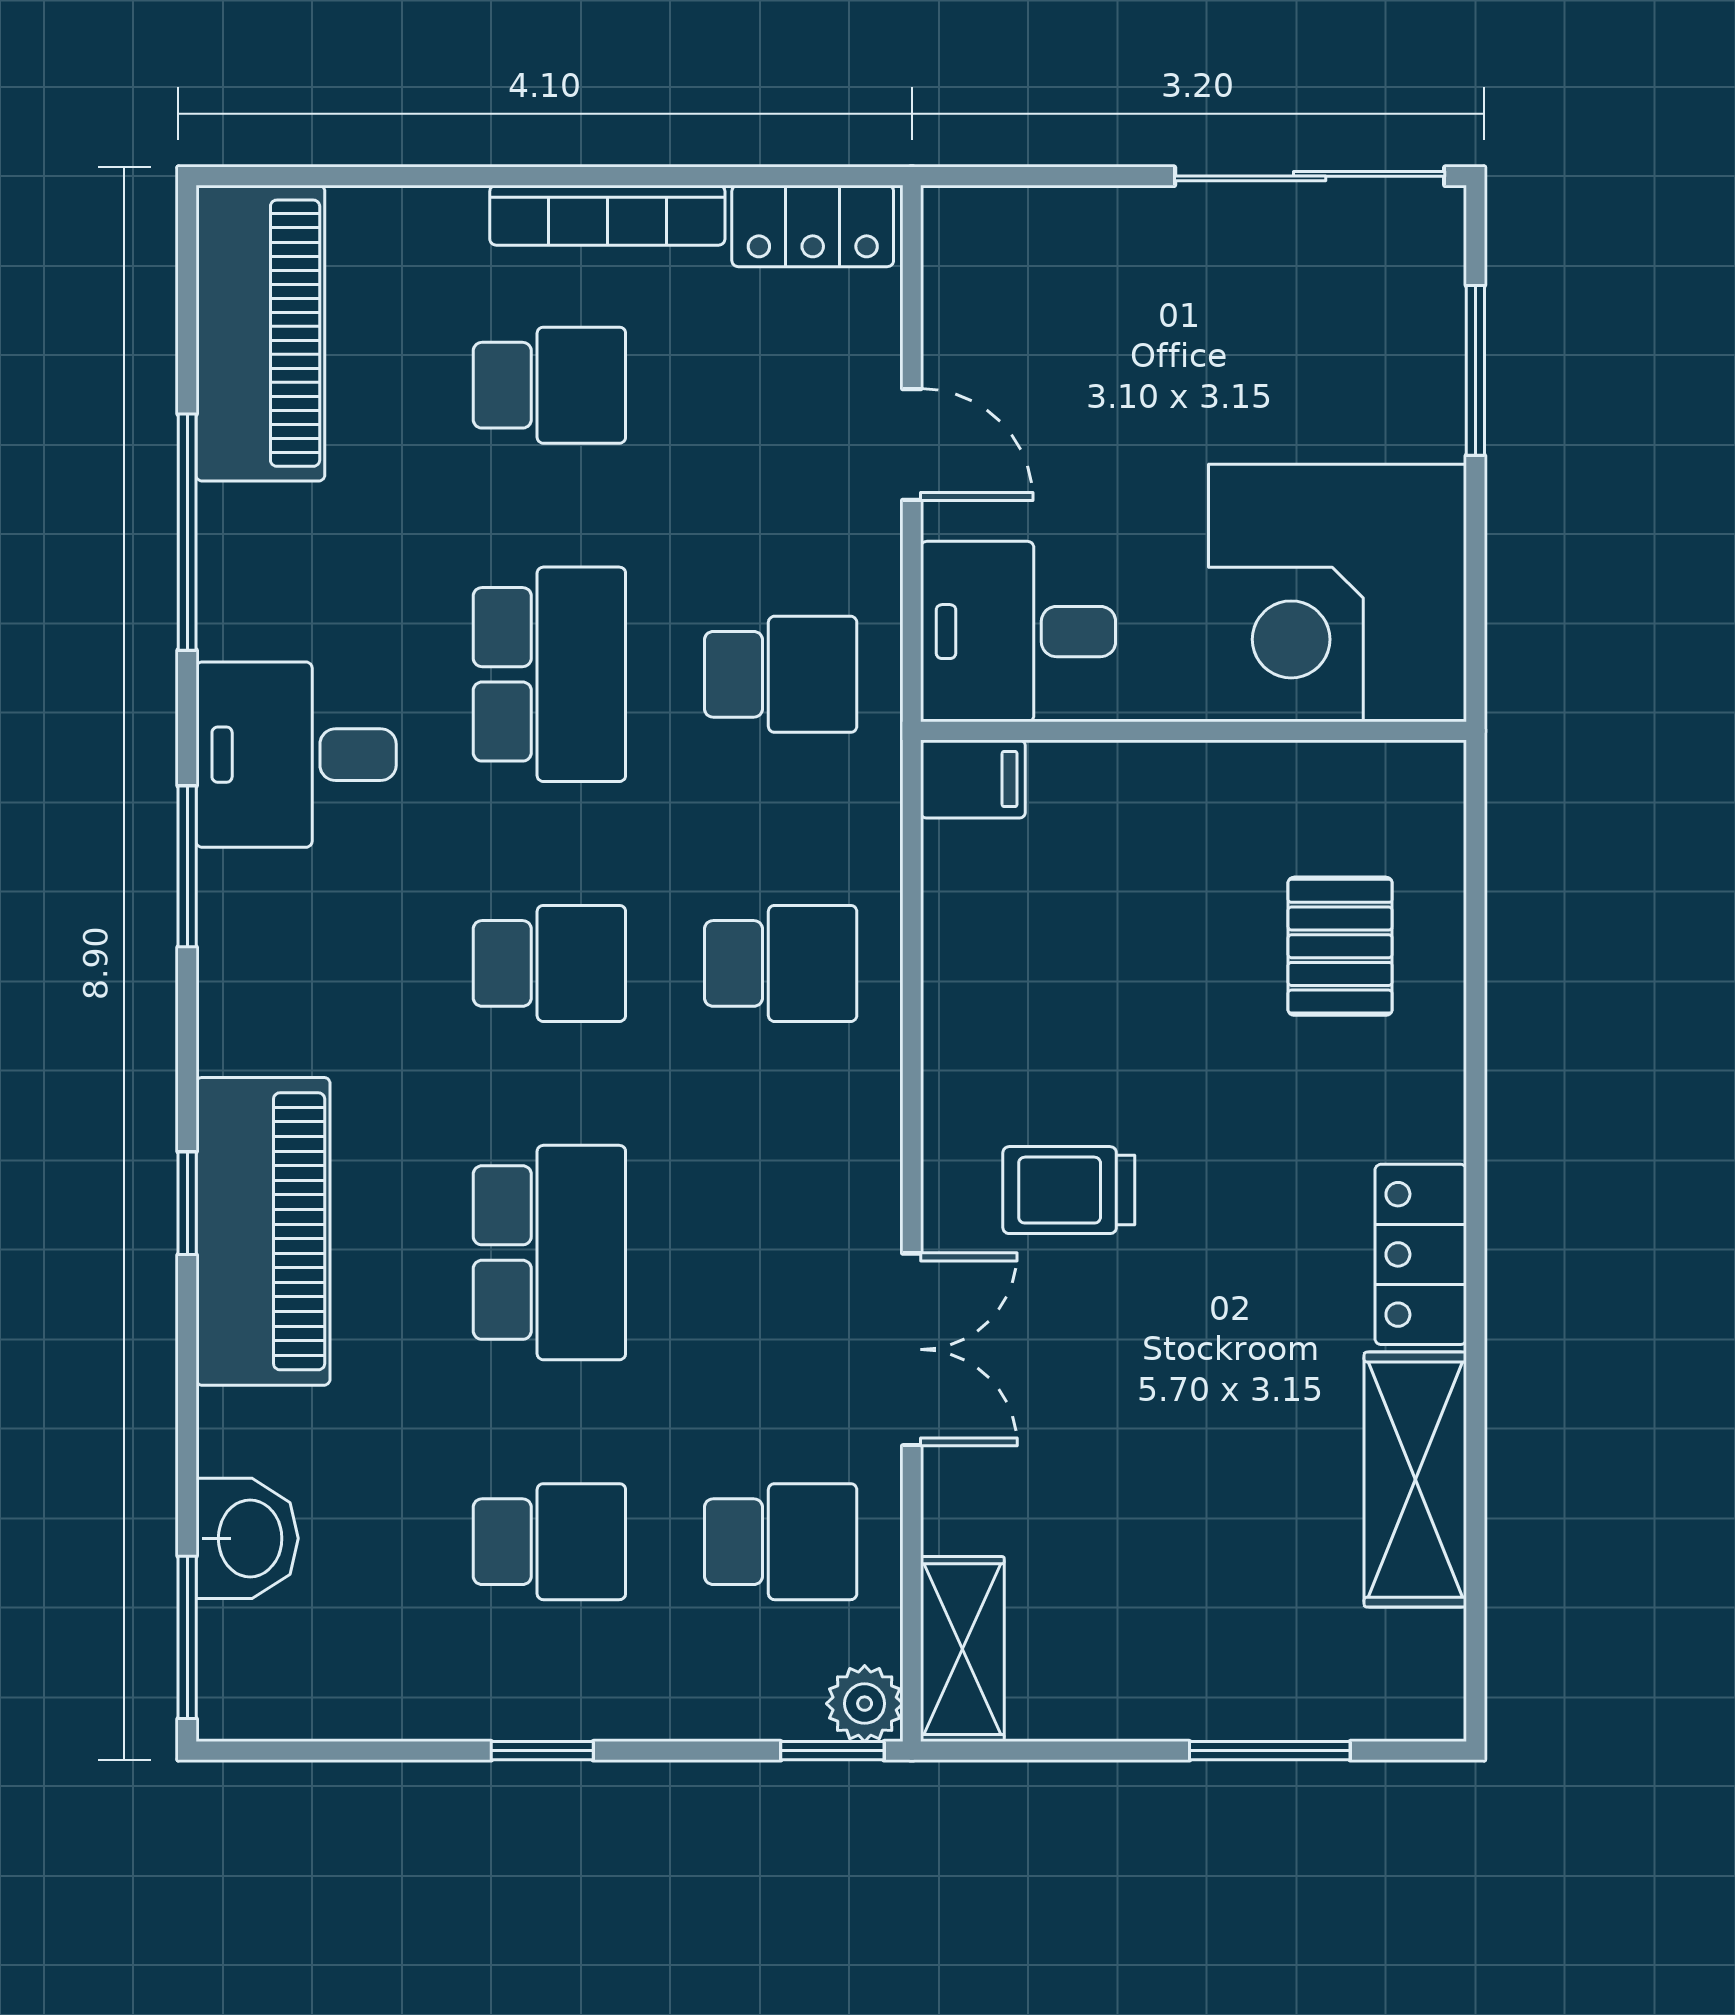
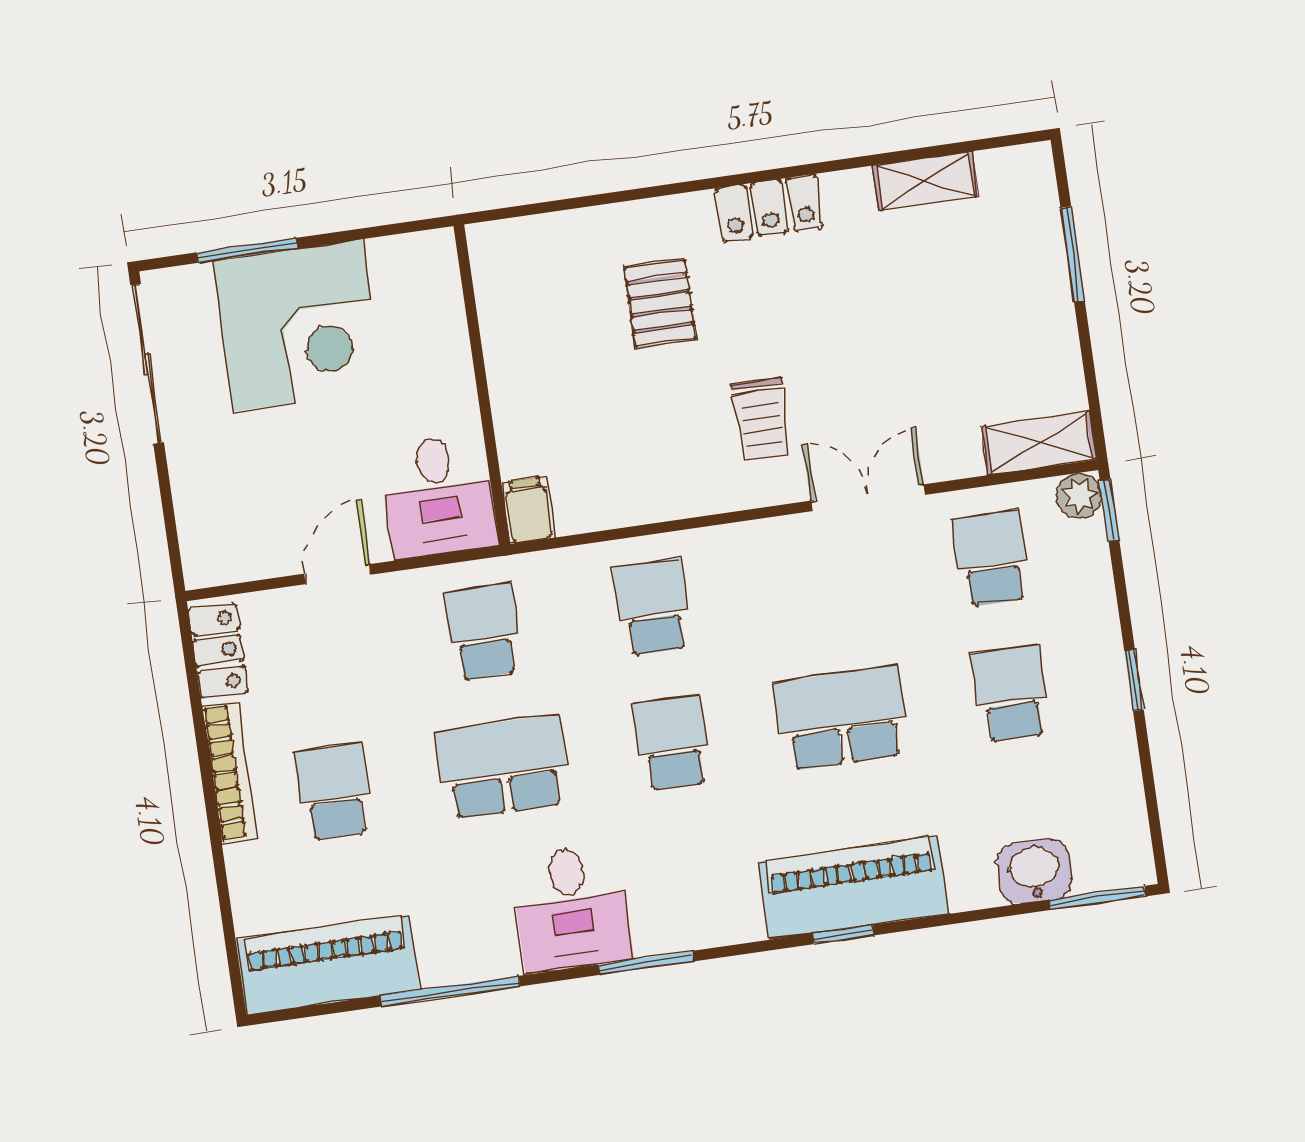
corner desk: (1338, 593) -> (298, 325), moved
pallet: (1340, 946) -> (660, 303), moved, turned 90
shelving: (1415, 1480) -> (925, 181), width x0.67, depth x0.75

